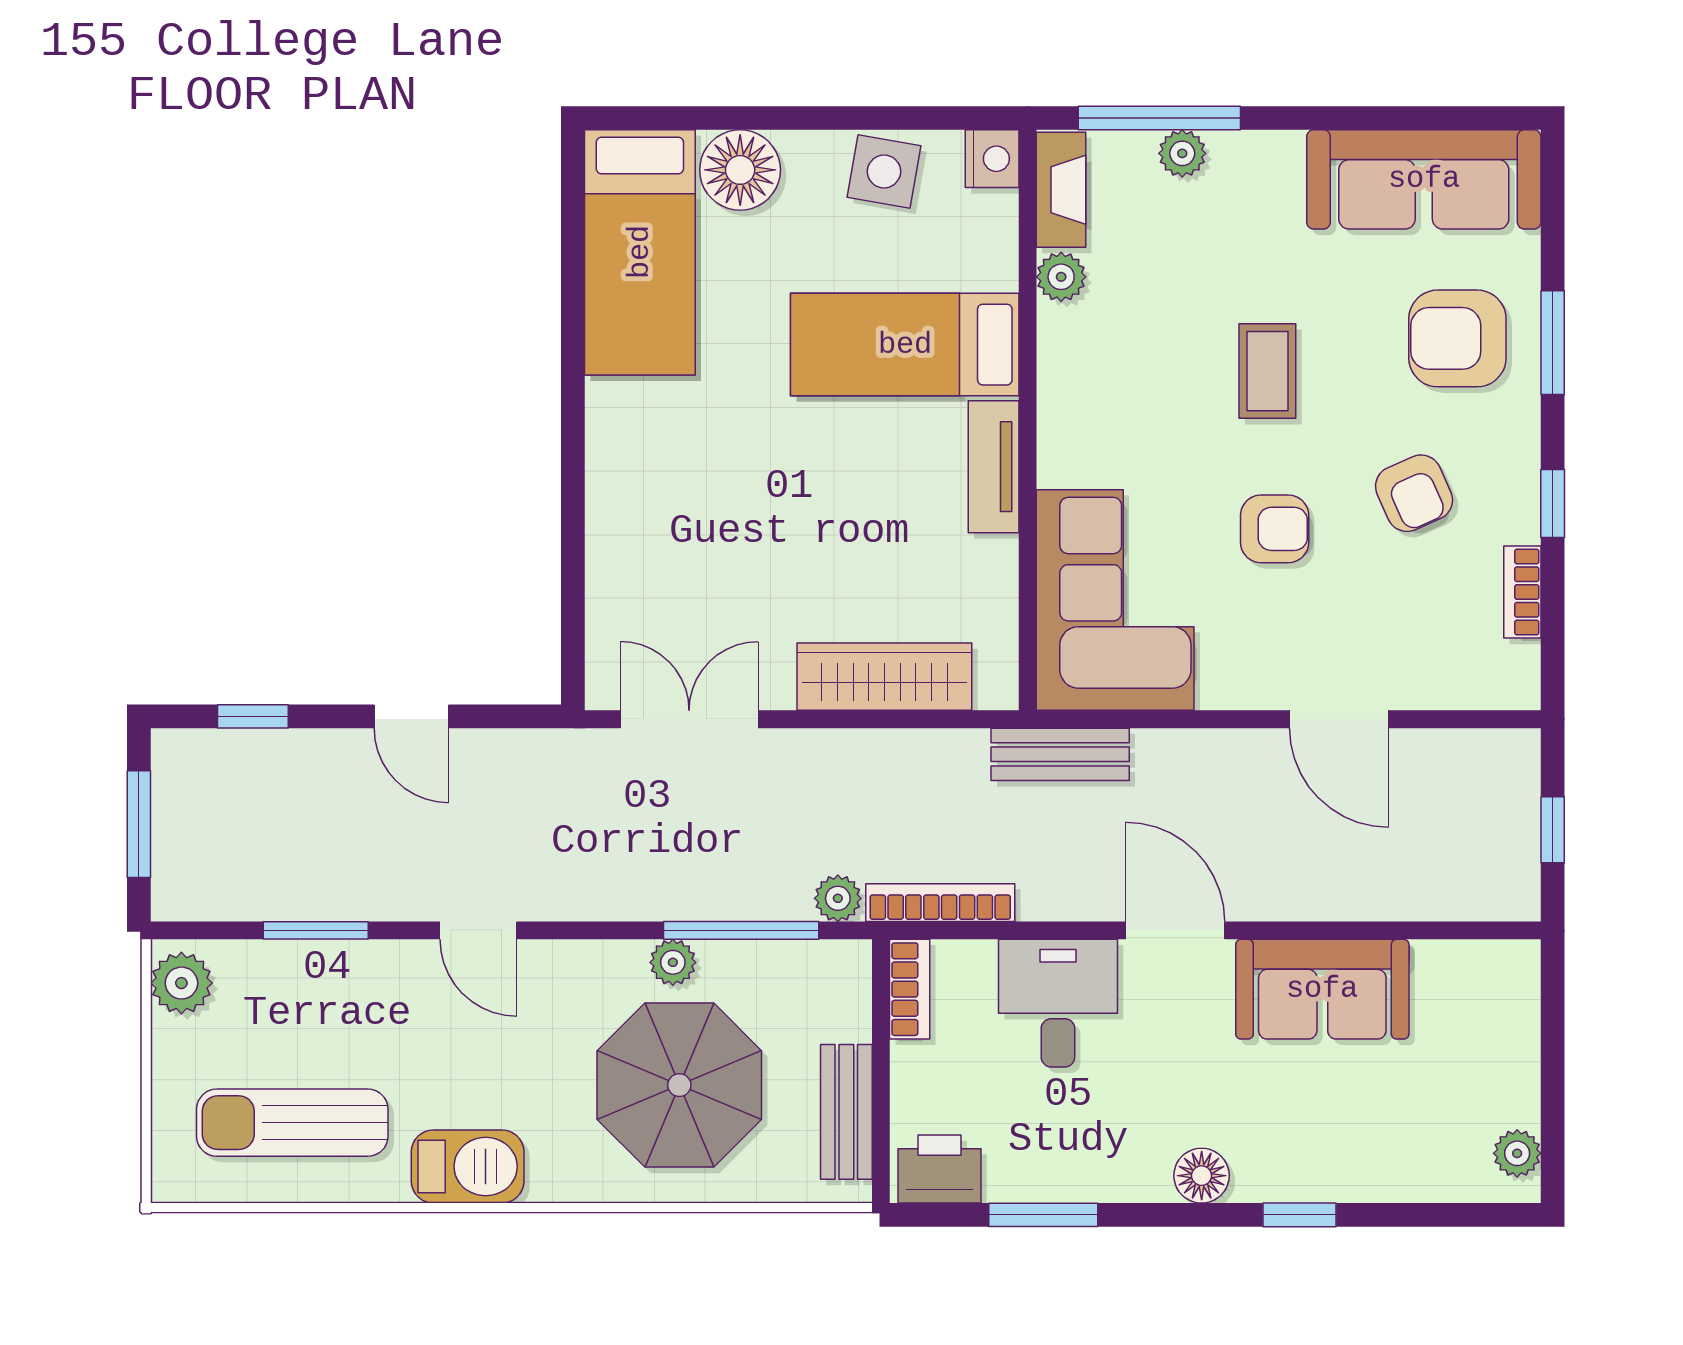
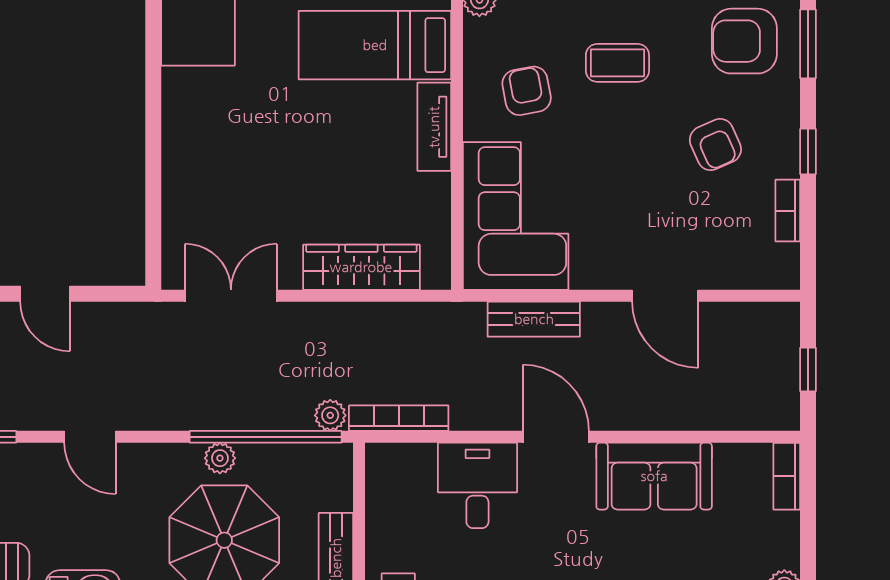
coffee table: (1267, 371) -> (617, 63), turned 90
armchair: (1275, 529) -> (527, 91), moved, turned -101
bench: (1060, 754) -> (534, 319), moved
window: (741, 930) -> (266, 437), width x1.46
bookcase: (910, 989) -> (787, 476), moved, turned 180

